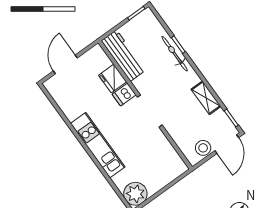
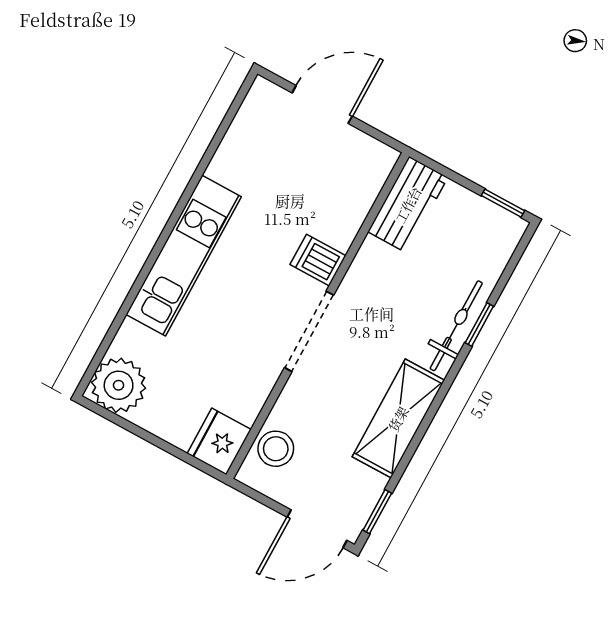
workbench: (123, 56) -> (408, 205), width x0.73
fridge: (113, 79) -> (219, 441), moved
shelving: (206, 98) -> (398, 419), width x1.50, depth x1.33
stool: (203, 148) -> (276, 449), moved

